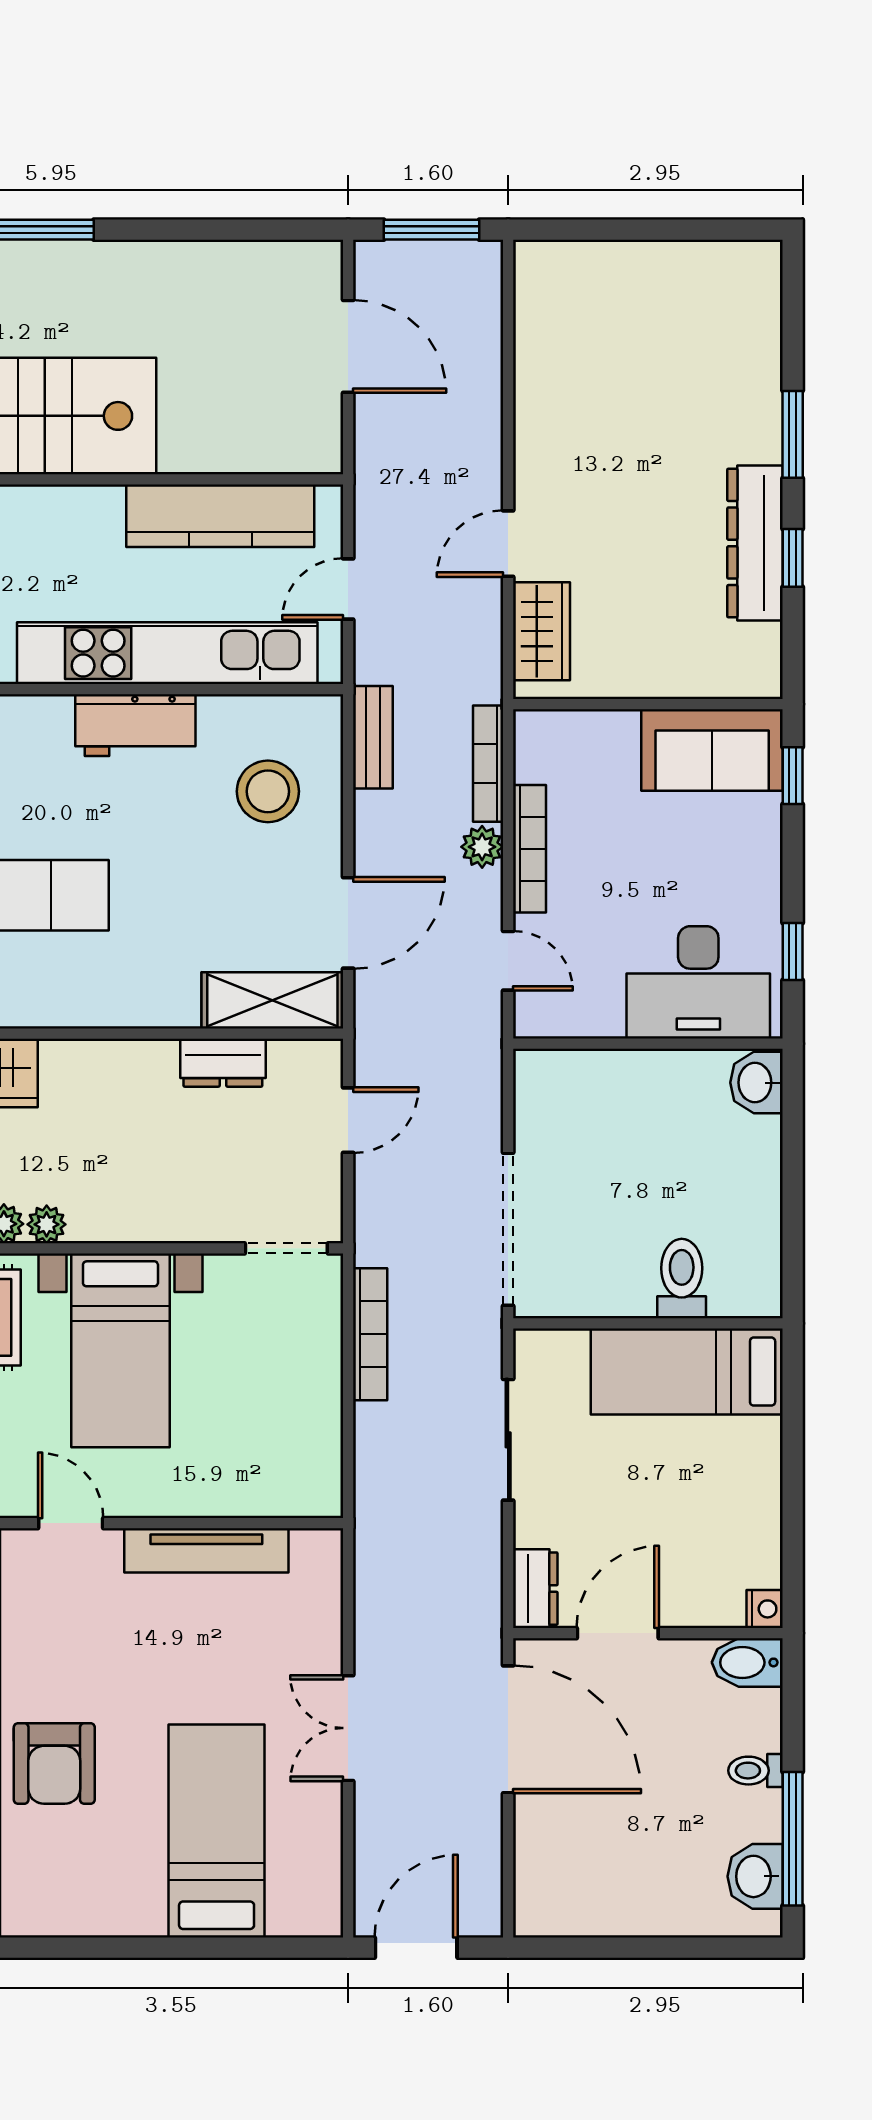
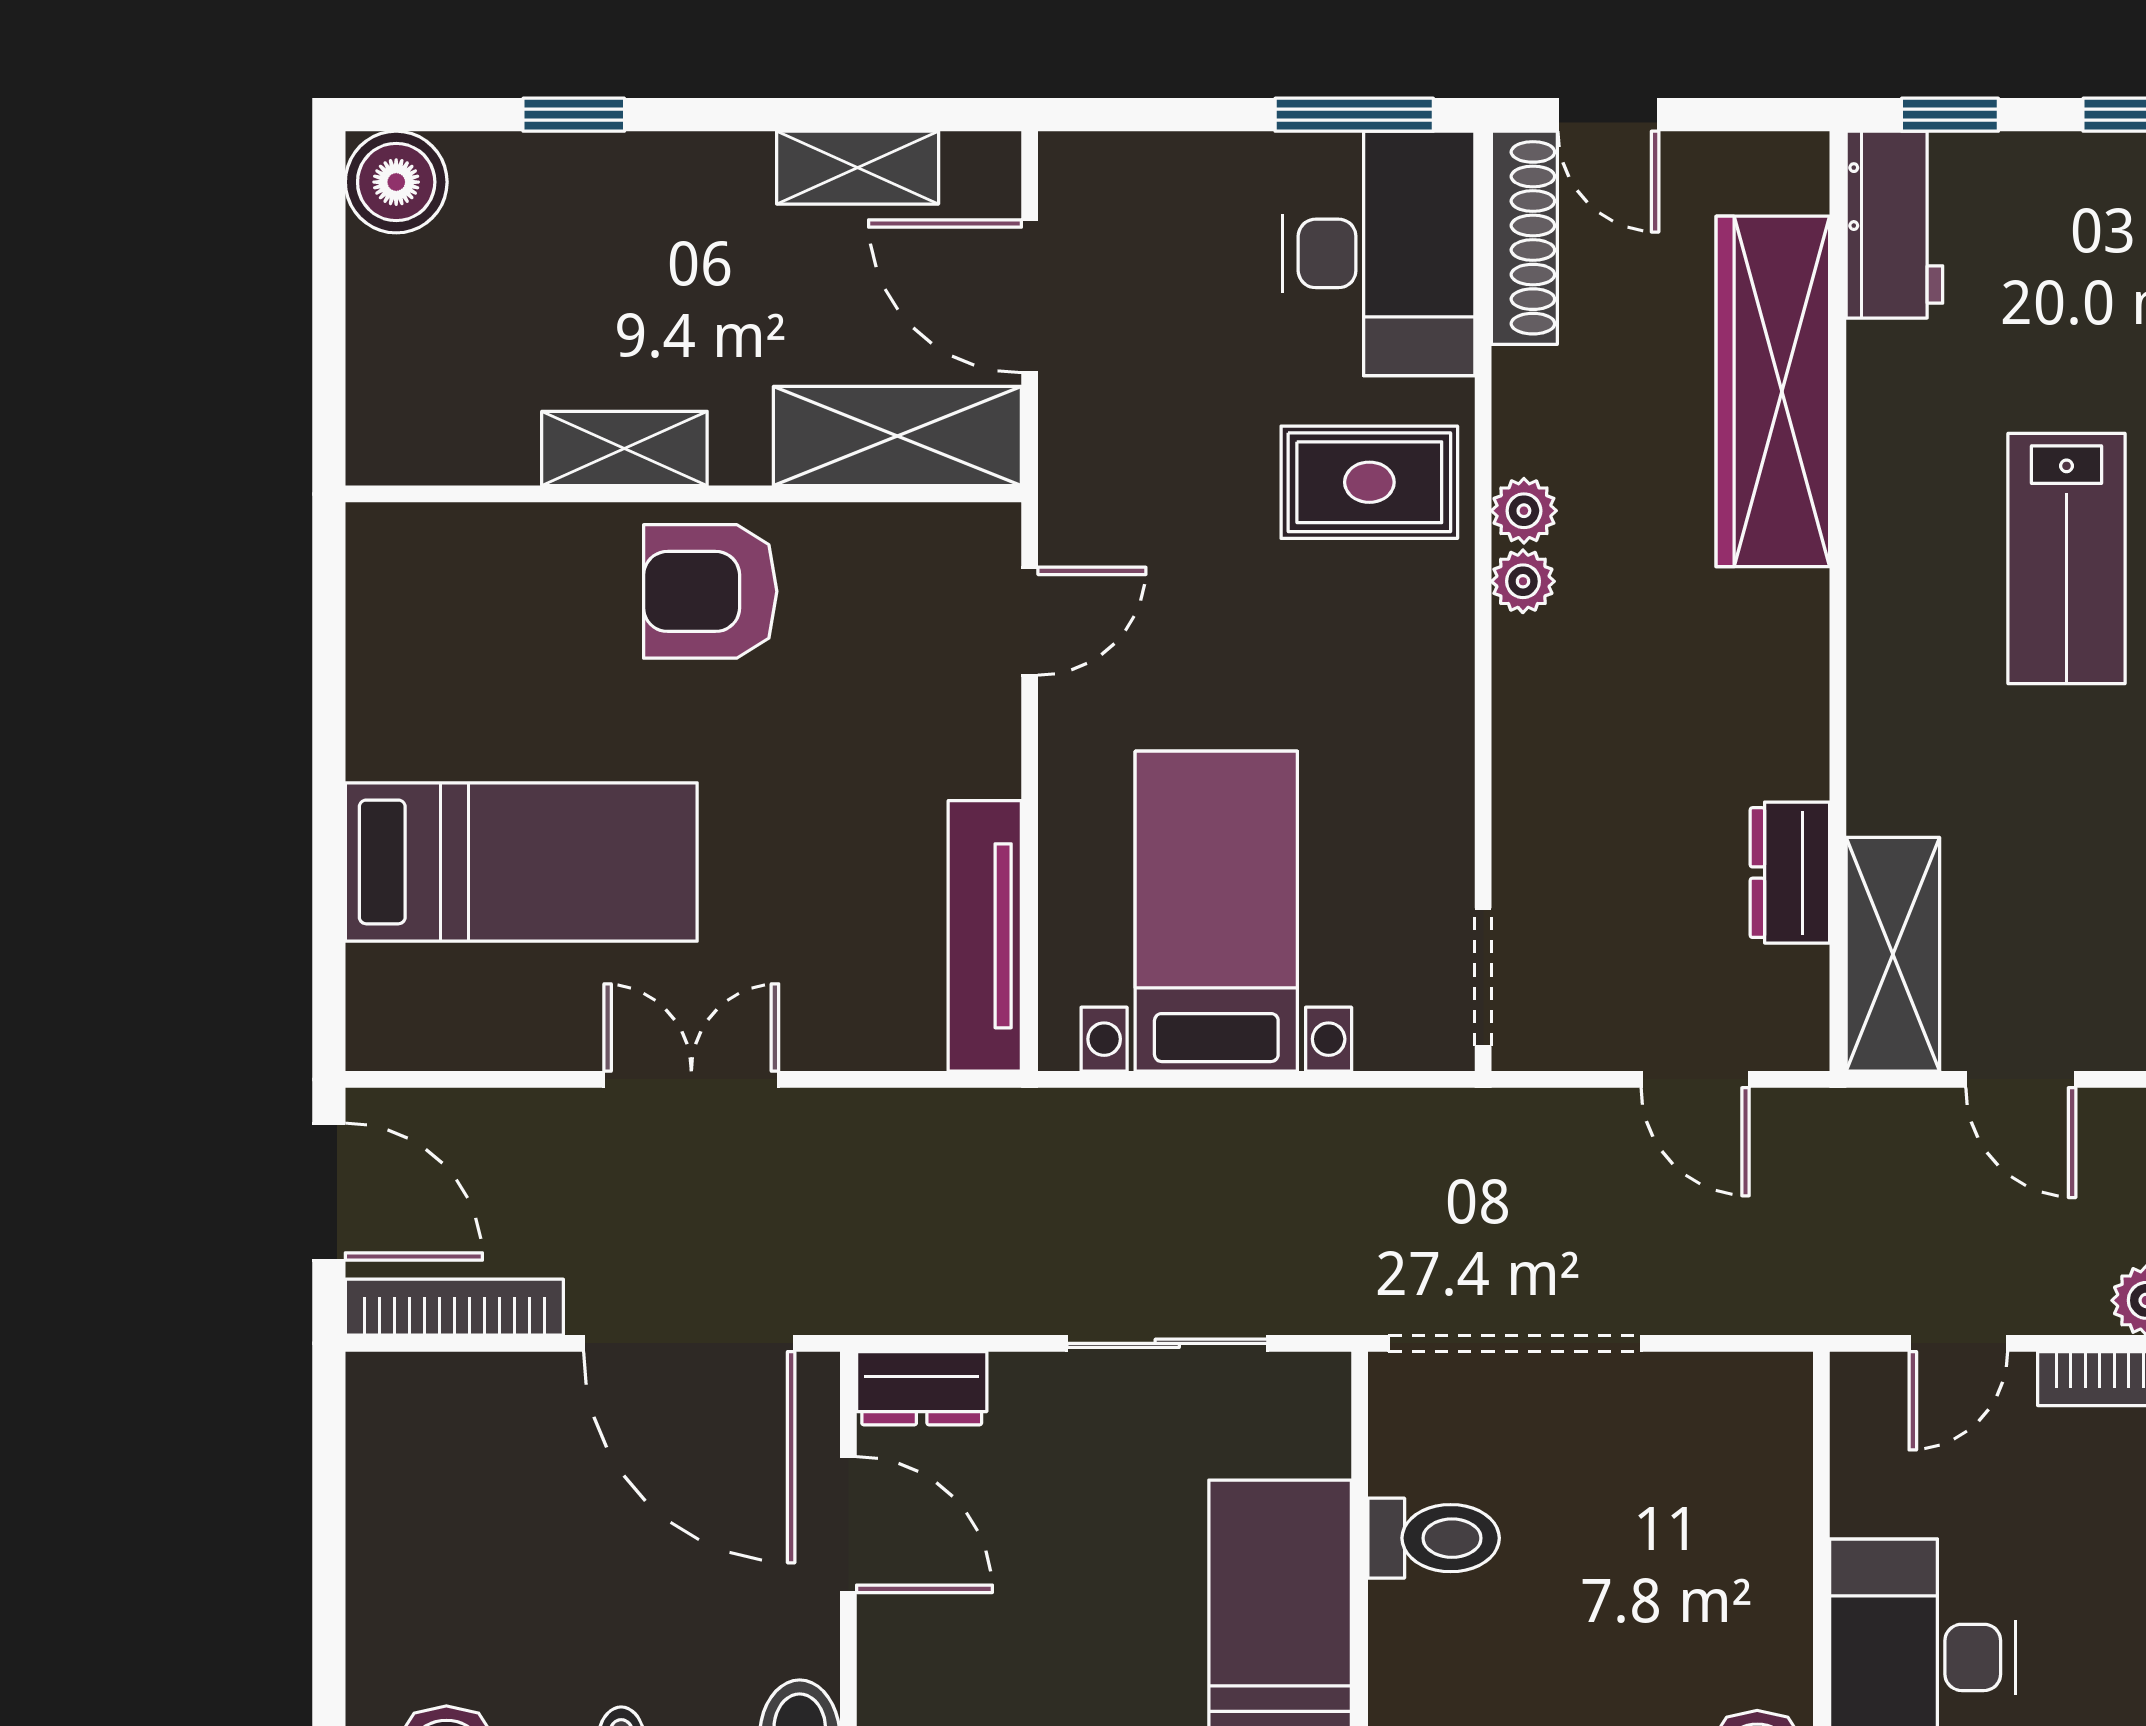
door: (348, 923) -> (2021, 1079), width x0.73
toilet: (682, 1279) -> (1434, 1538), moved
bookcase: (370, 1334) -> (454, 1307), moved, turned 180
bed with nightstands: (120, 1350) -> (1216, 911), moved, turned 90
tv unit: (206, 1550) -> (985, 936), moved
door: (508, 1729) -> (689, 1343), hinge flipped
armchair: (54, 1764) -> (710, 591), moved

